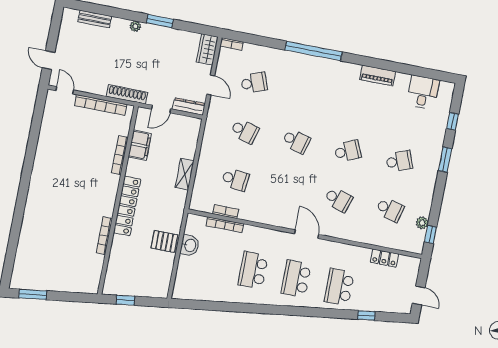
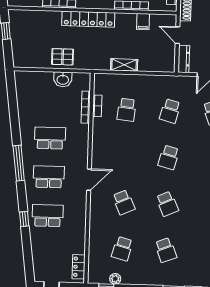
filing cabinet: (140, 145) -> (143, 22), width x0.50
school desk: (338, 199) -> (124, 202), turned -42
pallet: (164, 241) -> (63, 57), turned 90
locker: (384, 258) -> (79, 267), moved
window: (275, 310) -> (19, 163), added
window: (366, 315) -> (24, 219), moved

